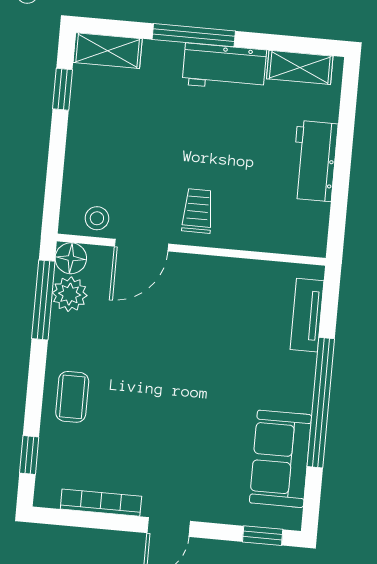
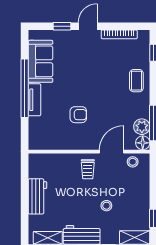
stool: (164, 127) -> (106, 206), added
tv unit: (307, 315) -> (34, 100), moved
armchair: (207, 333) -> (78, 115), added
window: (263, 536) -> (62, 26), moved

